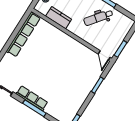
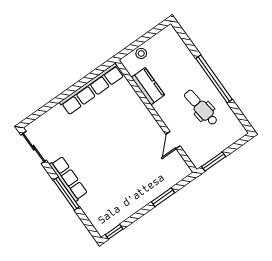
dental chair: (98, 18) -> (201, 108), turned 45
door: (104, 56) -> (173, 140), moved

